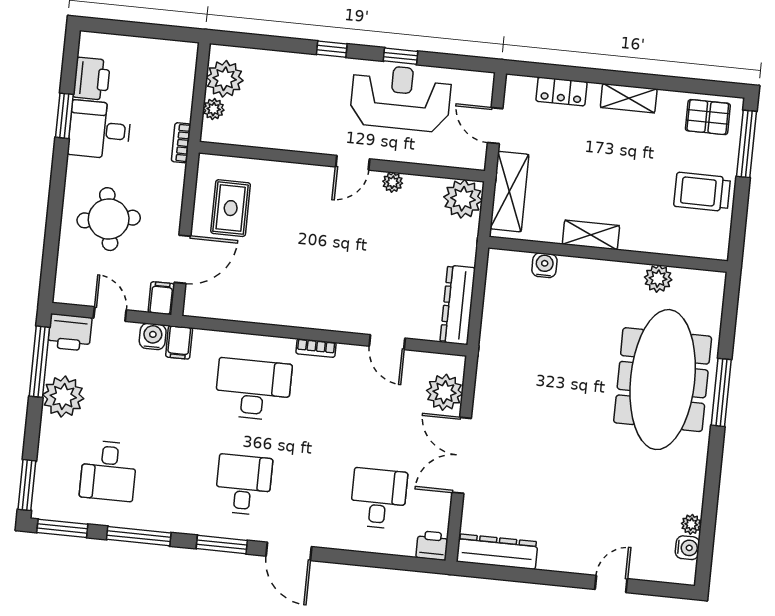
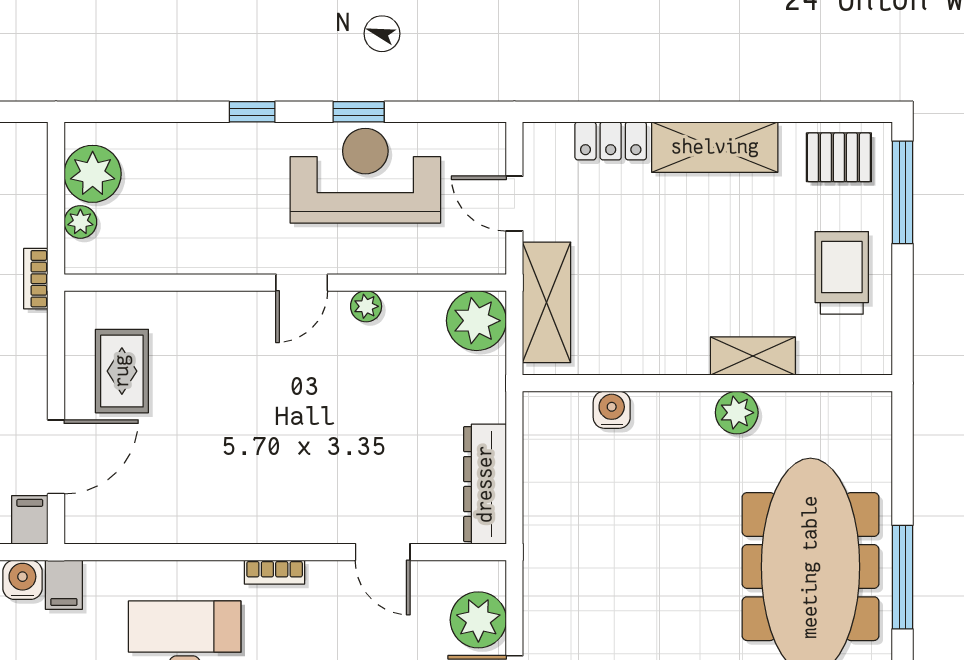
shelving: (629, 98) -> (715, 147), width x1.50, depth x1.33
trolley: (702, 192) -> (842, 273), turned 90
shelving: (591, 235) -> (753, 356), moved
plant: (658, 279) -> (737, 413), moved

